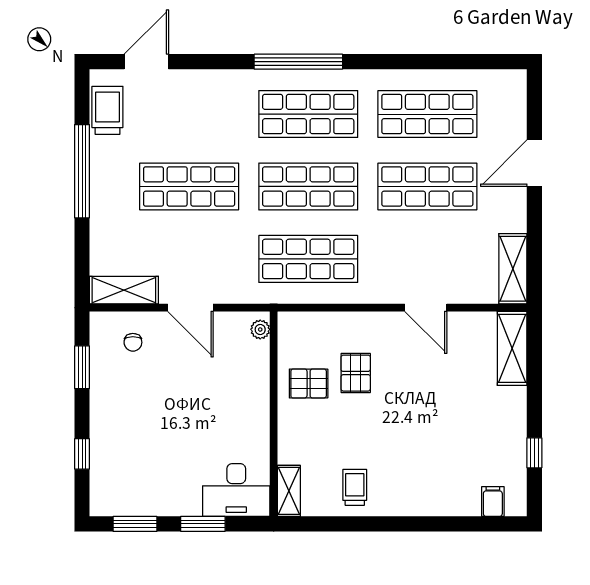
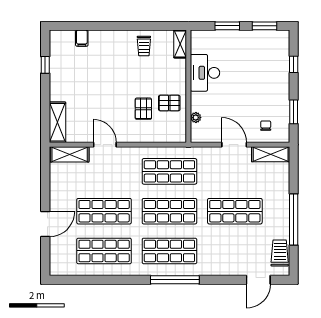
trolley: (107, 110) -> (280, 253), turned 180
shelving: (513, 269) -> (70, 154), moved, turned 90
plant: (260, 329) -> (196, 118), moved
desk: (236, 490) -> (205, 73), moved, turned -90
filing cabinet: (493, 502) -> (82, 38), moved

